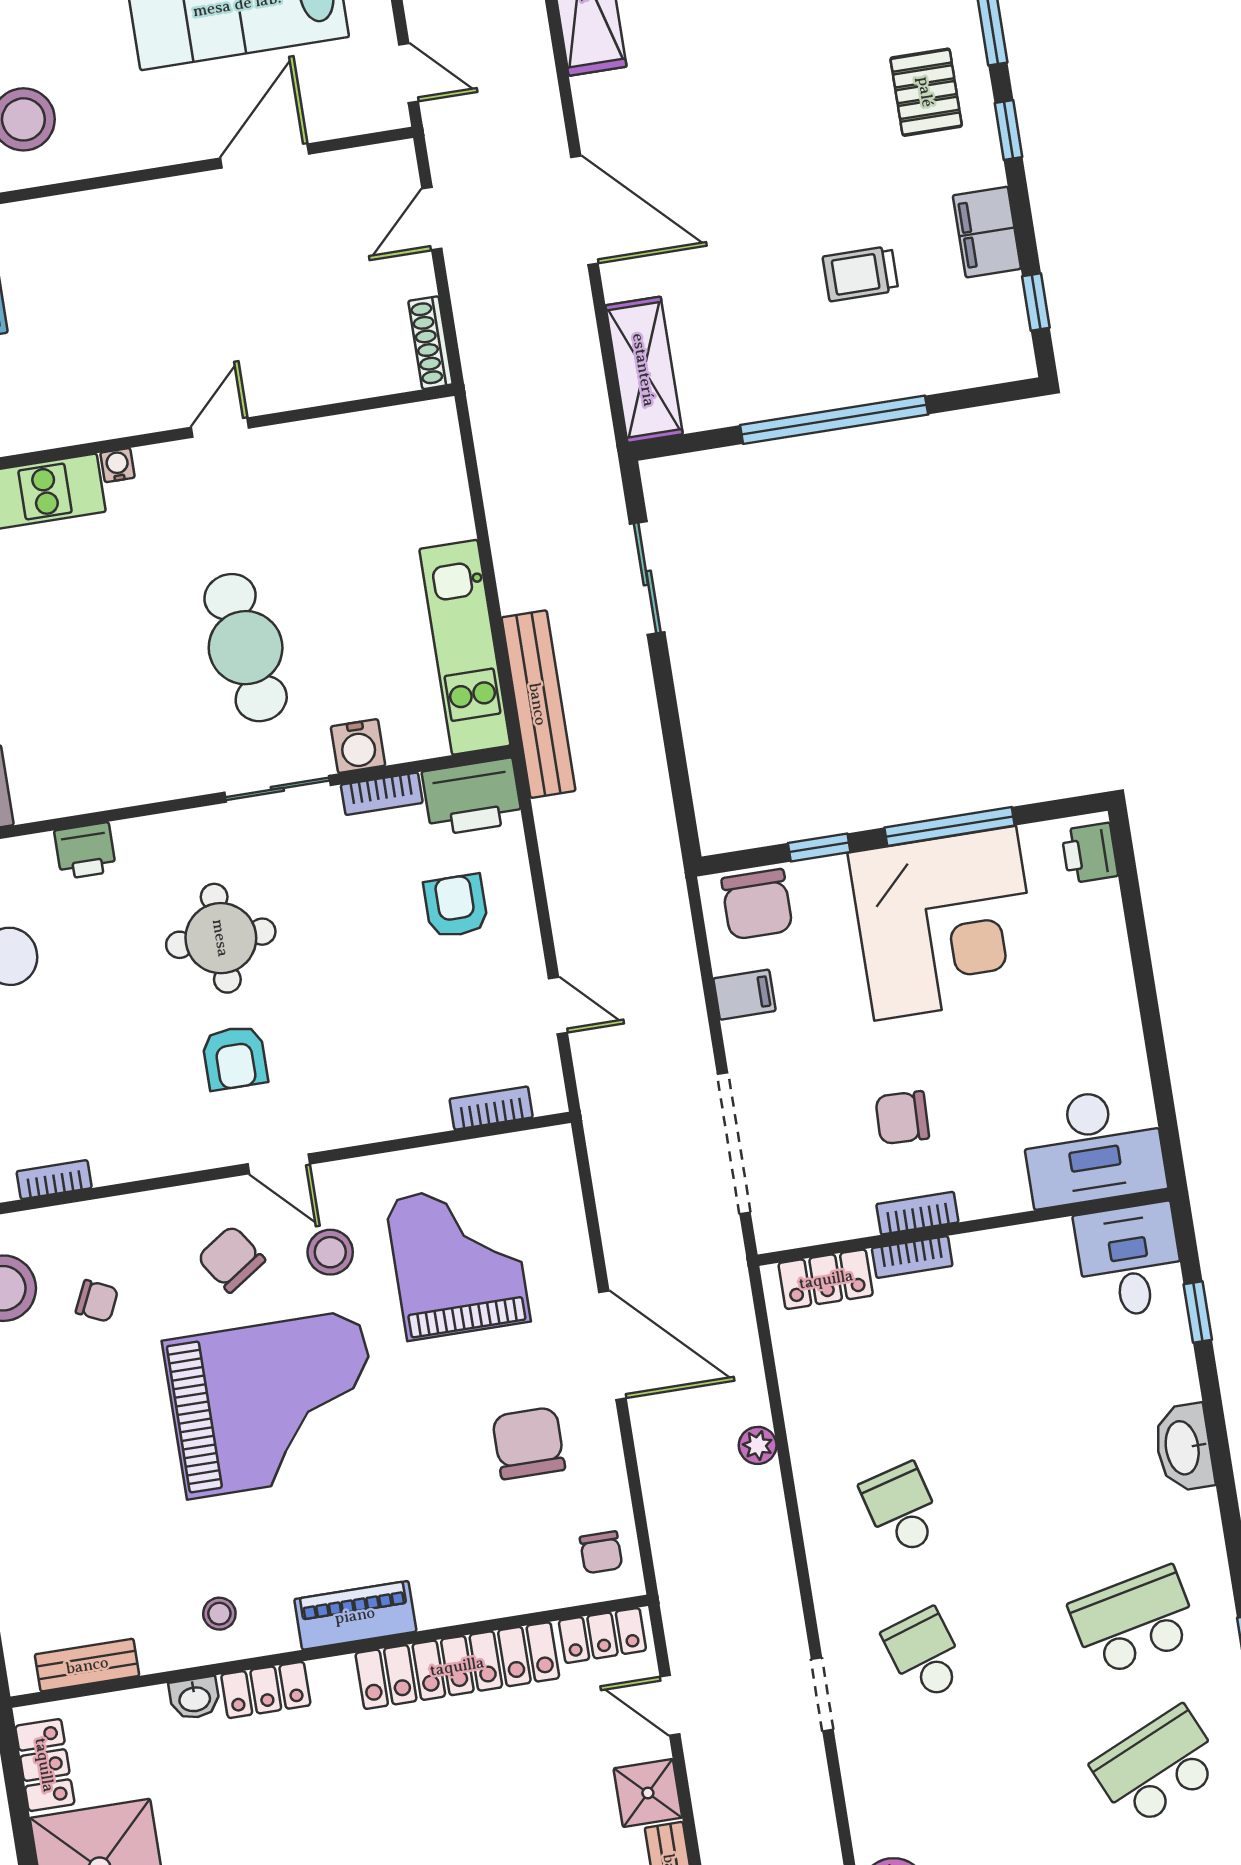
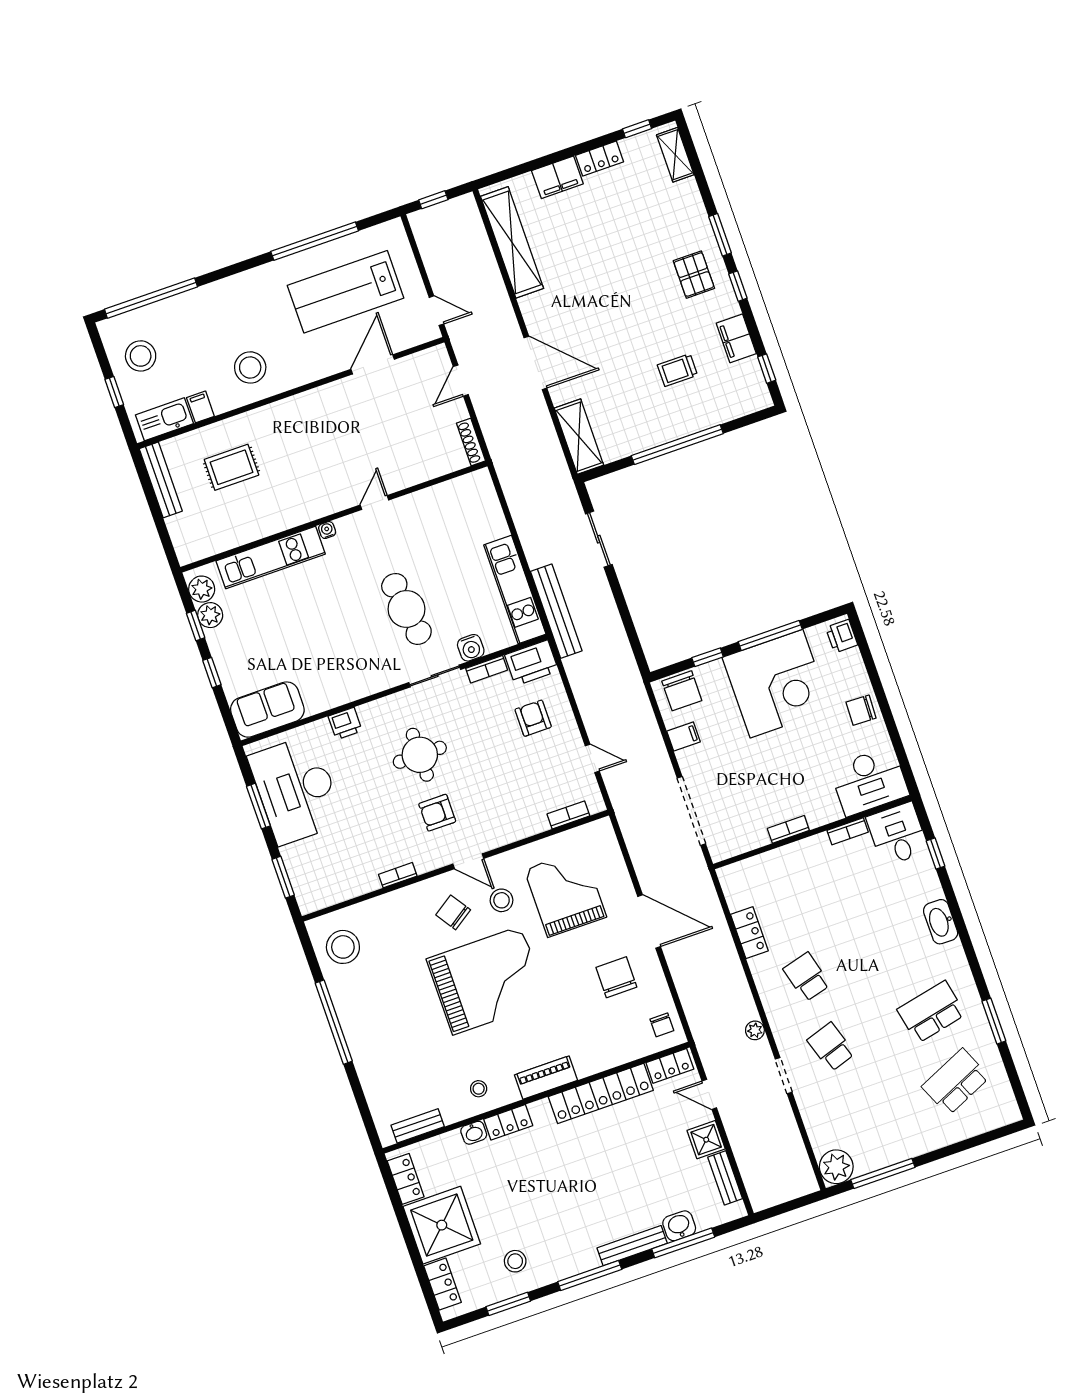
armchair: (235, 1058) -> (437, 813), turned 90
chair: (902, 1118) -> (861, 710), moved
bookcase: (54, 1180) -> (398, 875), moved
bookcase: (912, 1257) -> (848, 831), moved
locker: (826, 1279) -> (749, 933), moved, turned -90
chair: (97, 1301) -> (391, 945), removed
plant: (758, 1445) -> (755, 1030), moved

